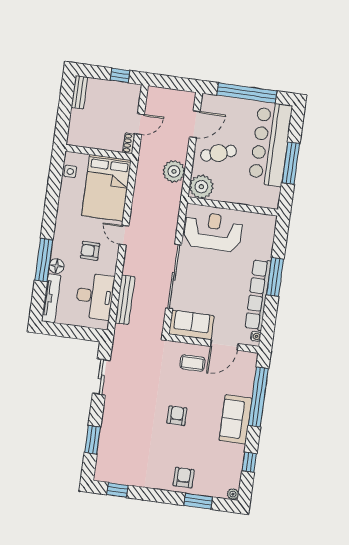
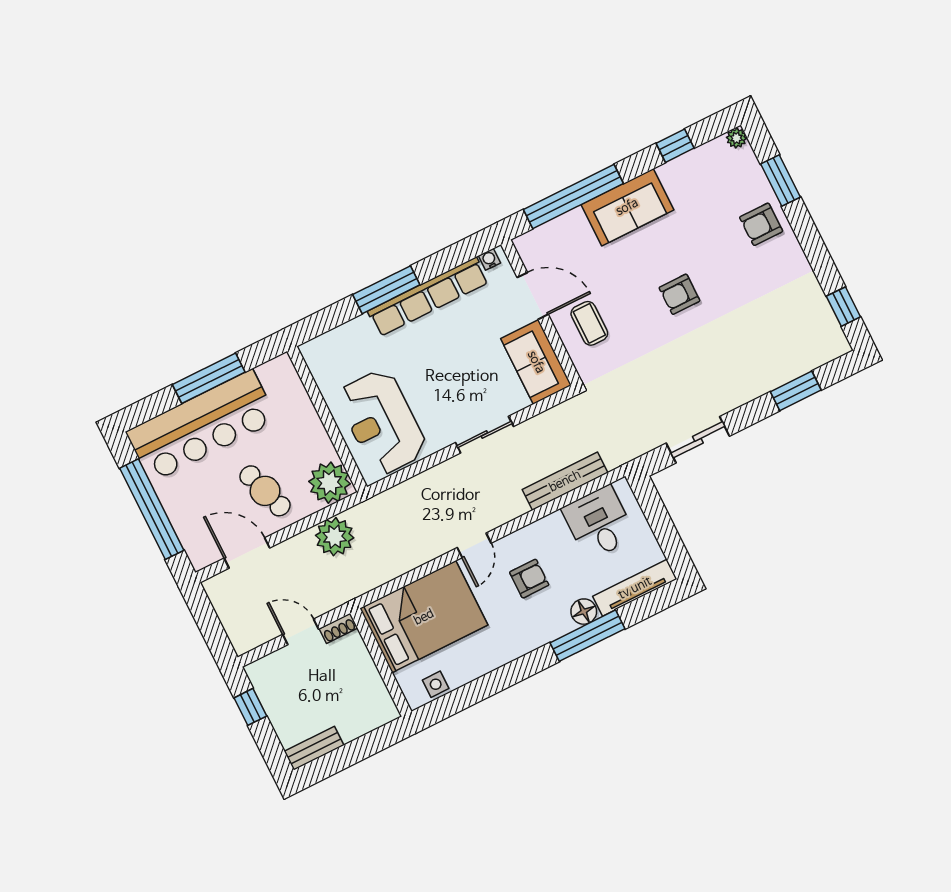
armchair: (90, 251) -> (529, 579), turned -90
sliding door: (174, 277) -> (484, 435), width x0.54
desk: (95, 296) -> (599, 523), width x0.73

